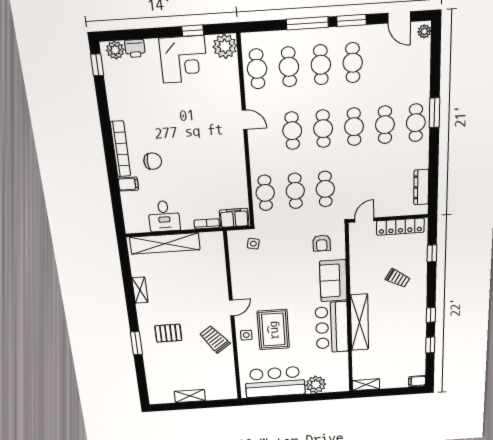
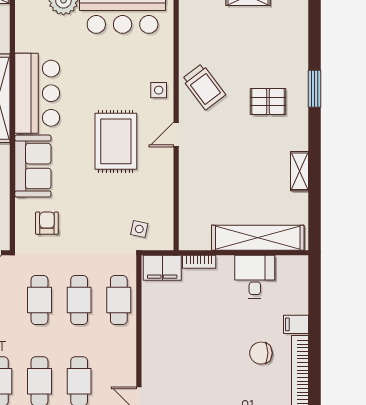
rug: (273, 330) -> (116, 141), moved

